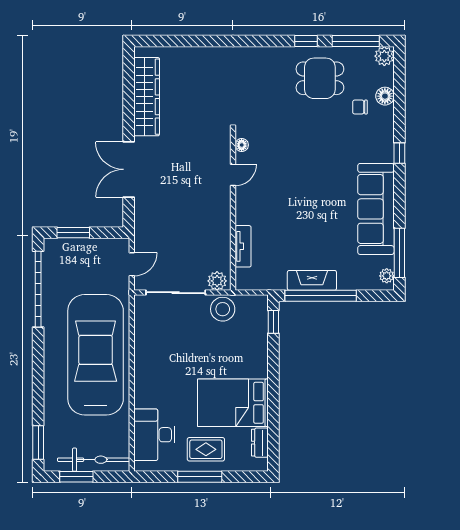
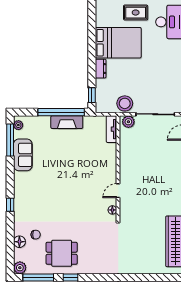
sofa: (376, 209) -> (23, 155), width x0.54, depth x0.79
tv unit: (243, 246) -> (112, 129), moved
dresser: (260, 443) -> (101, 69), moved

